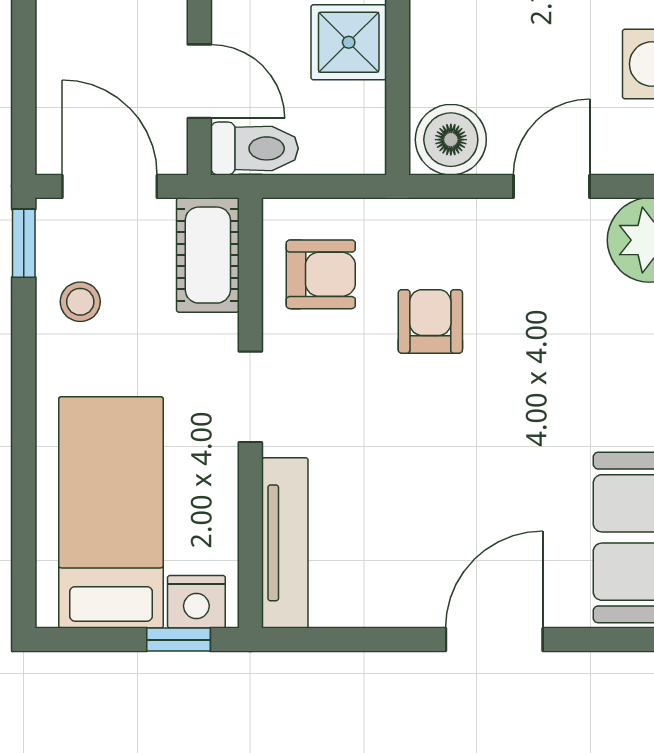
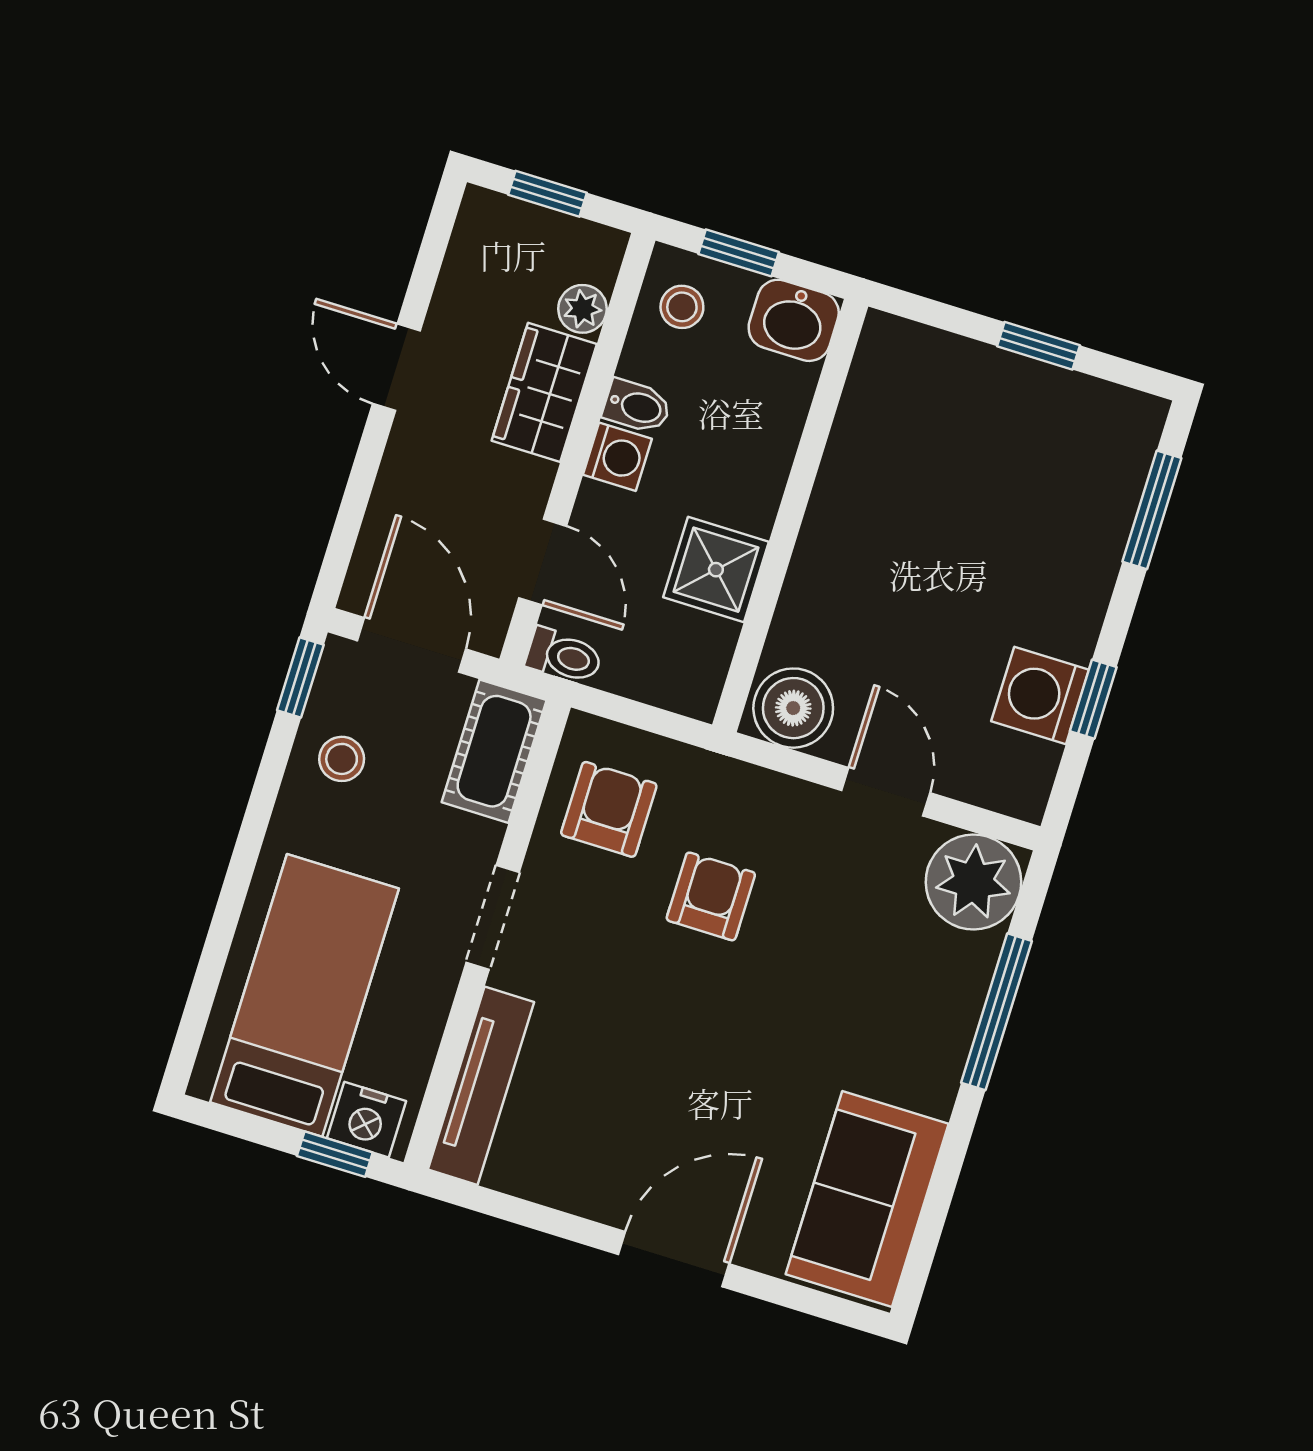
toilet: (254, 148) -> (564, 656), width x0.73, depth x0.72
door: (552, 186) -> (886, 792), hinge flipped
armchair: (321, 274) -> (609, 809), turned -90

